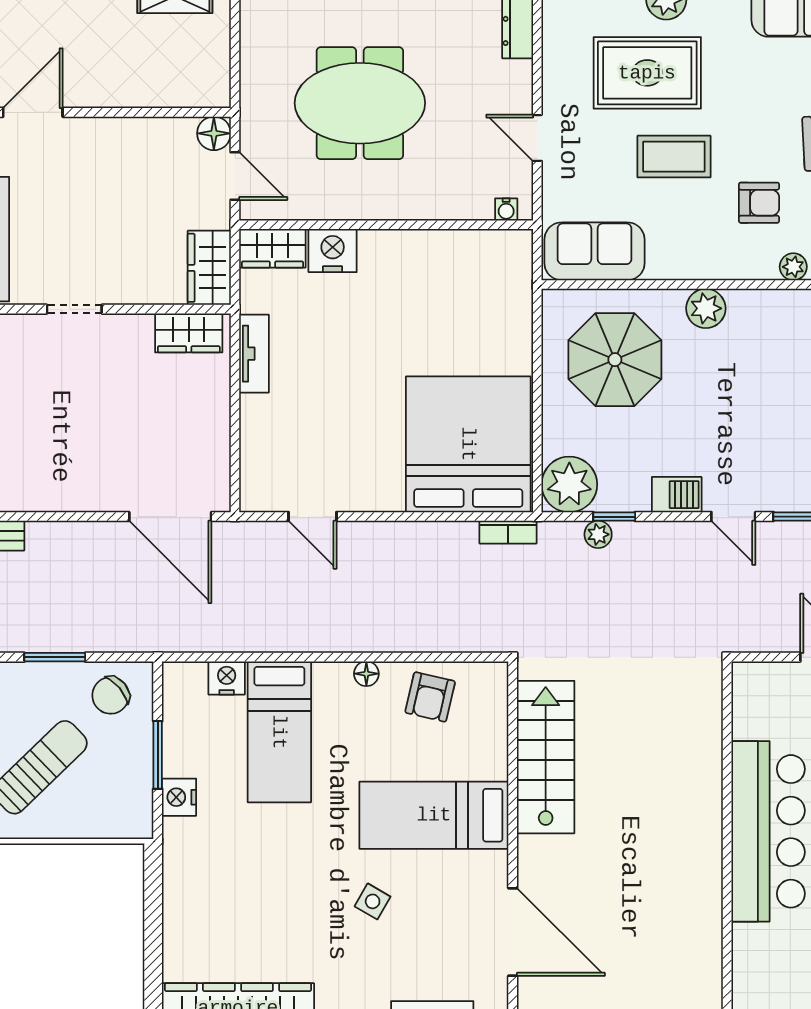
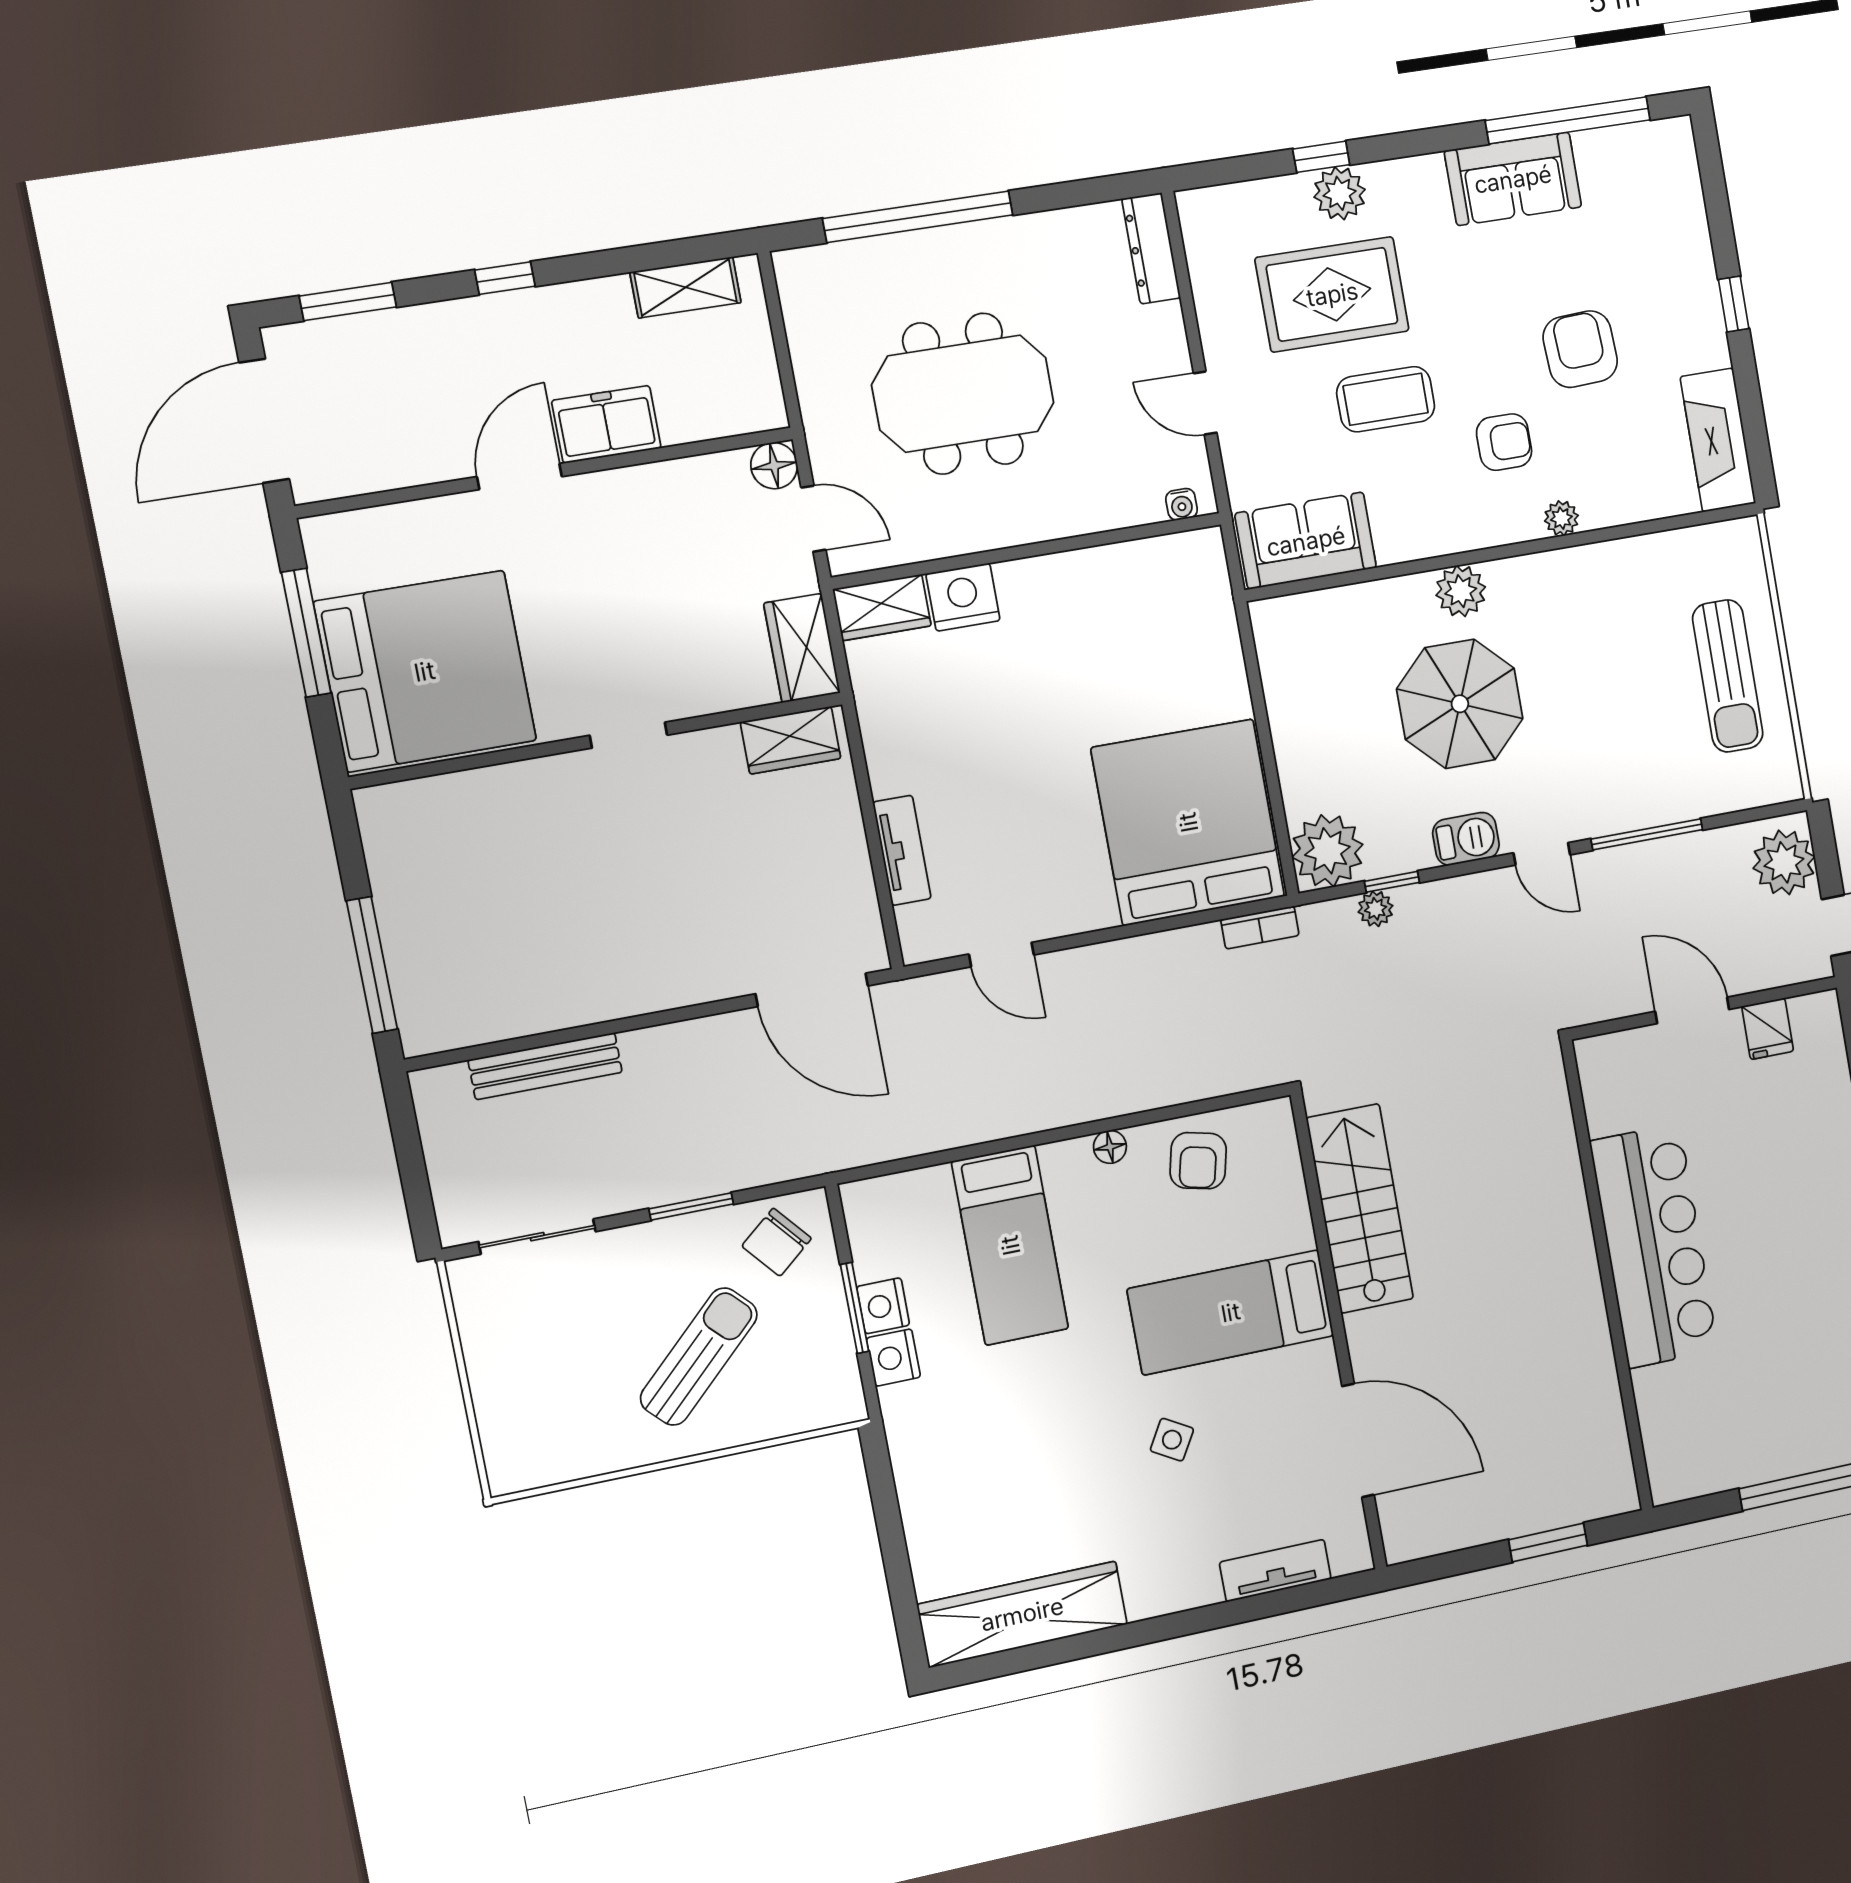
freezer: (101, 85) -> (606, 424), added
tv unit: (254, 354) -> (902, 850), moved
parasol: (615, 360) -> (1460, 704), moved
nightstand: (227, 678) -> (883, 1306), moved, turned -90

